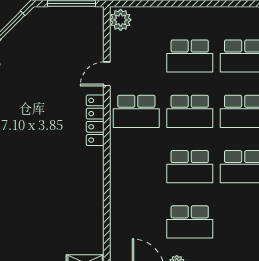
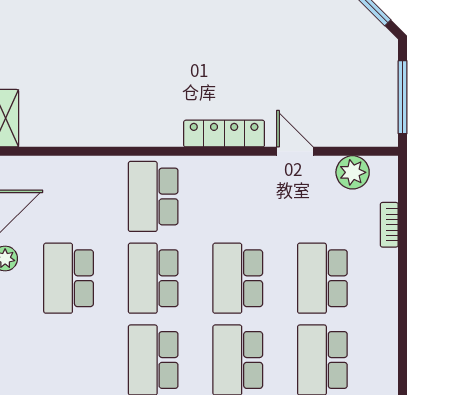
bookcase: (155, 12) -> (389, 225), added
plant: (121, 20) -> (353, 172), moved
school desk: (136, 111) -> (153, 196), moved

